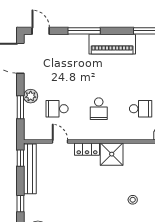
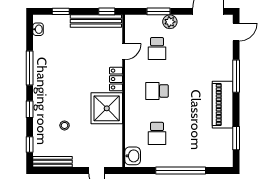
school desk: (57, 109) -> (157, 49), turned 180
shower: (112, 154) -> (107, 108), width x1.37, depth x1.37

